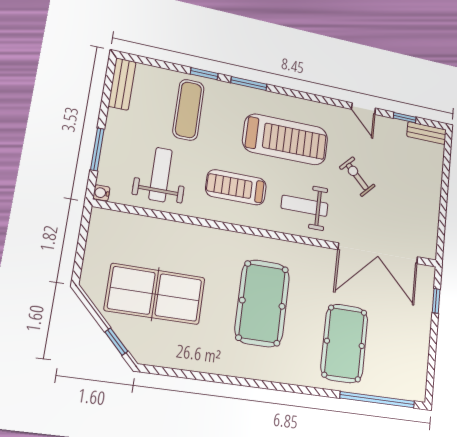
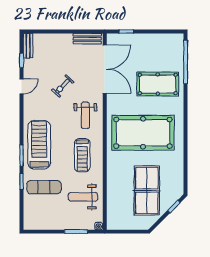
bench: (122, 84) -> (87, 39), moved
treadmill: (285, 139) -> (39, 145), moved
pool table: (262, 303) -> (143, 133), width x1.36, depth x1.32

